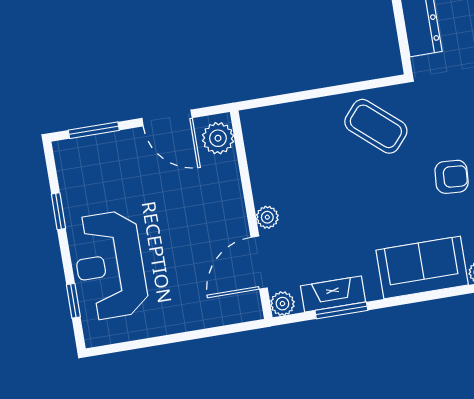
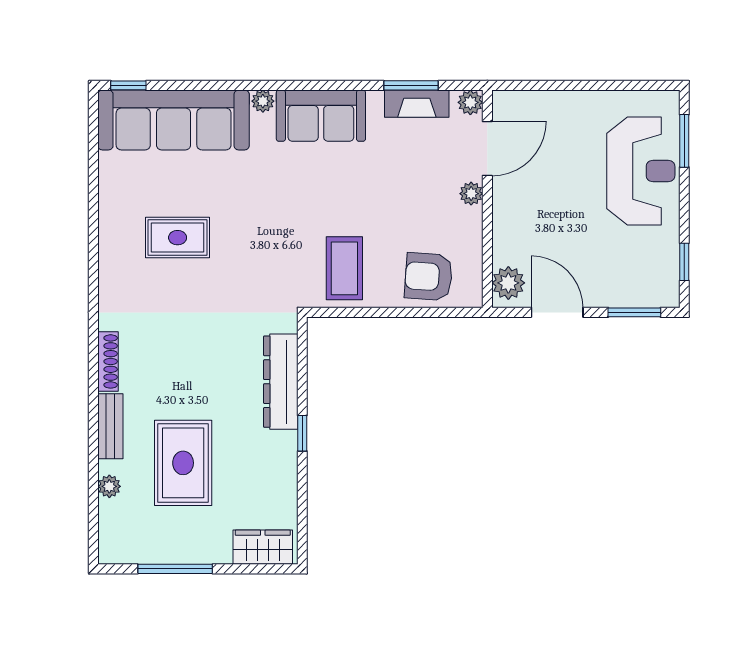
coffee table: (376, 126) -> (344, 268), turned 49
armchair: (452, 177) -> (429, 277), moved, width x1.38, depth x1.38
window: (59, 211) -> (684, 262), moved
window: (73, 301) -> (684, 141), width x1.50

